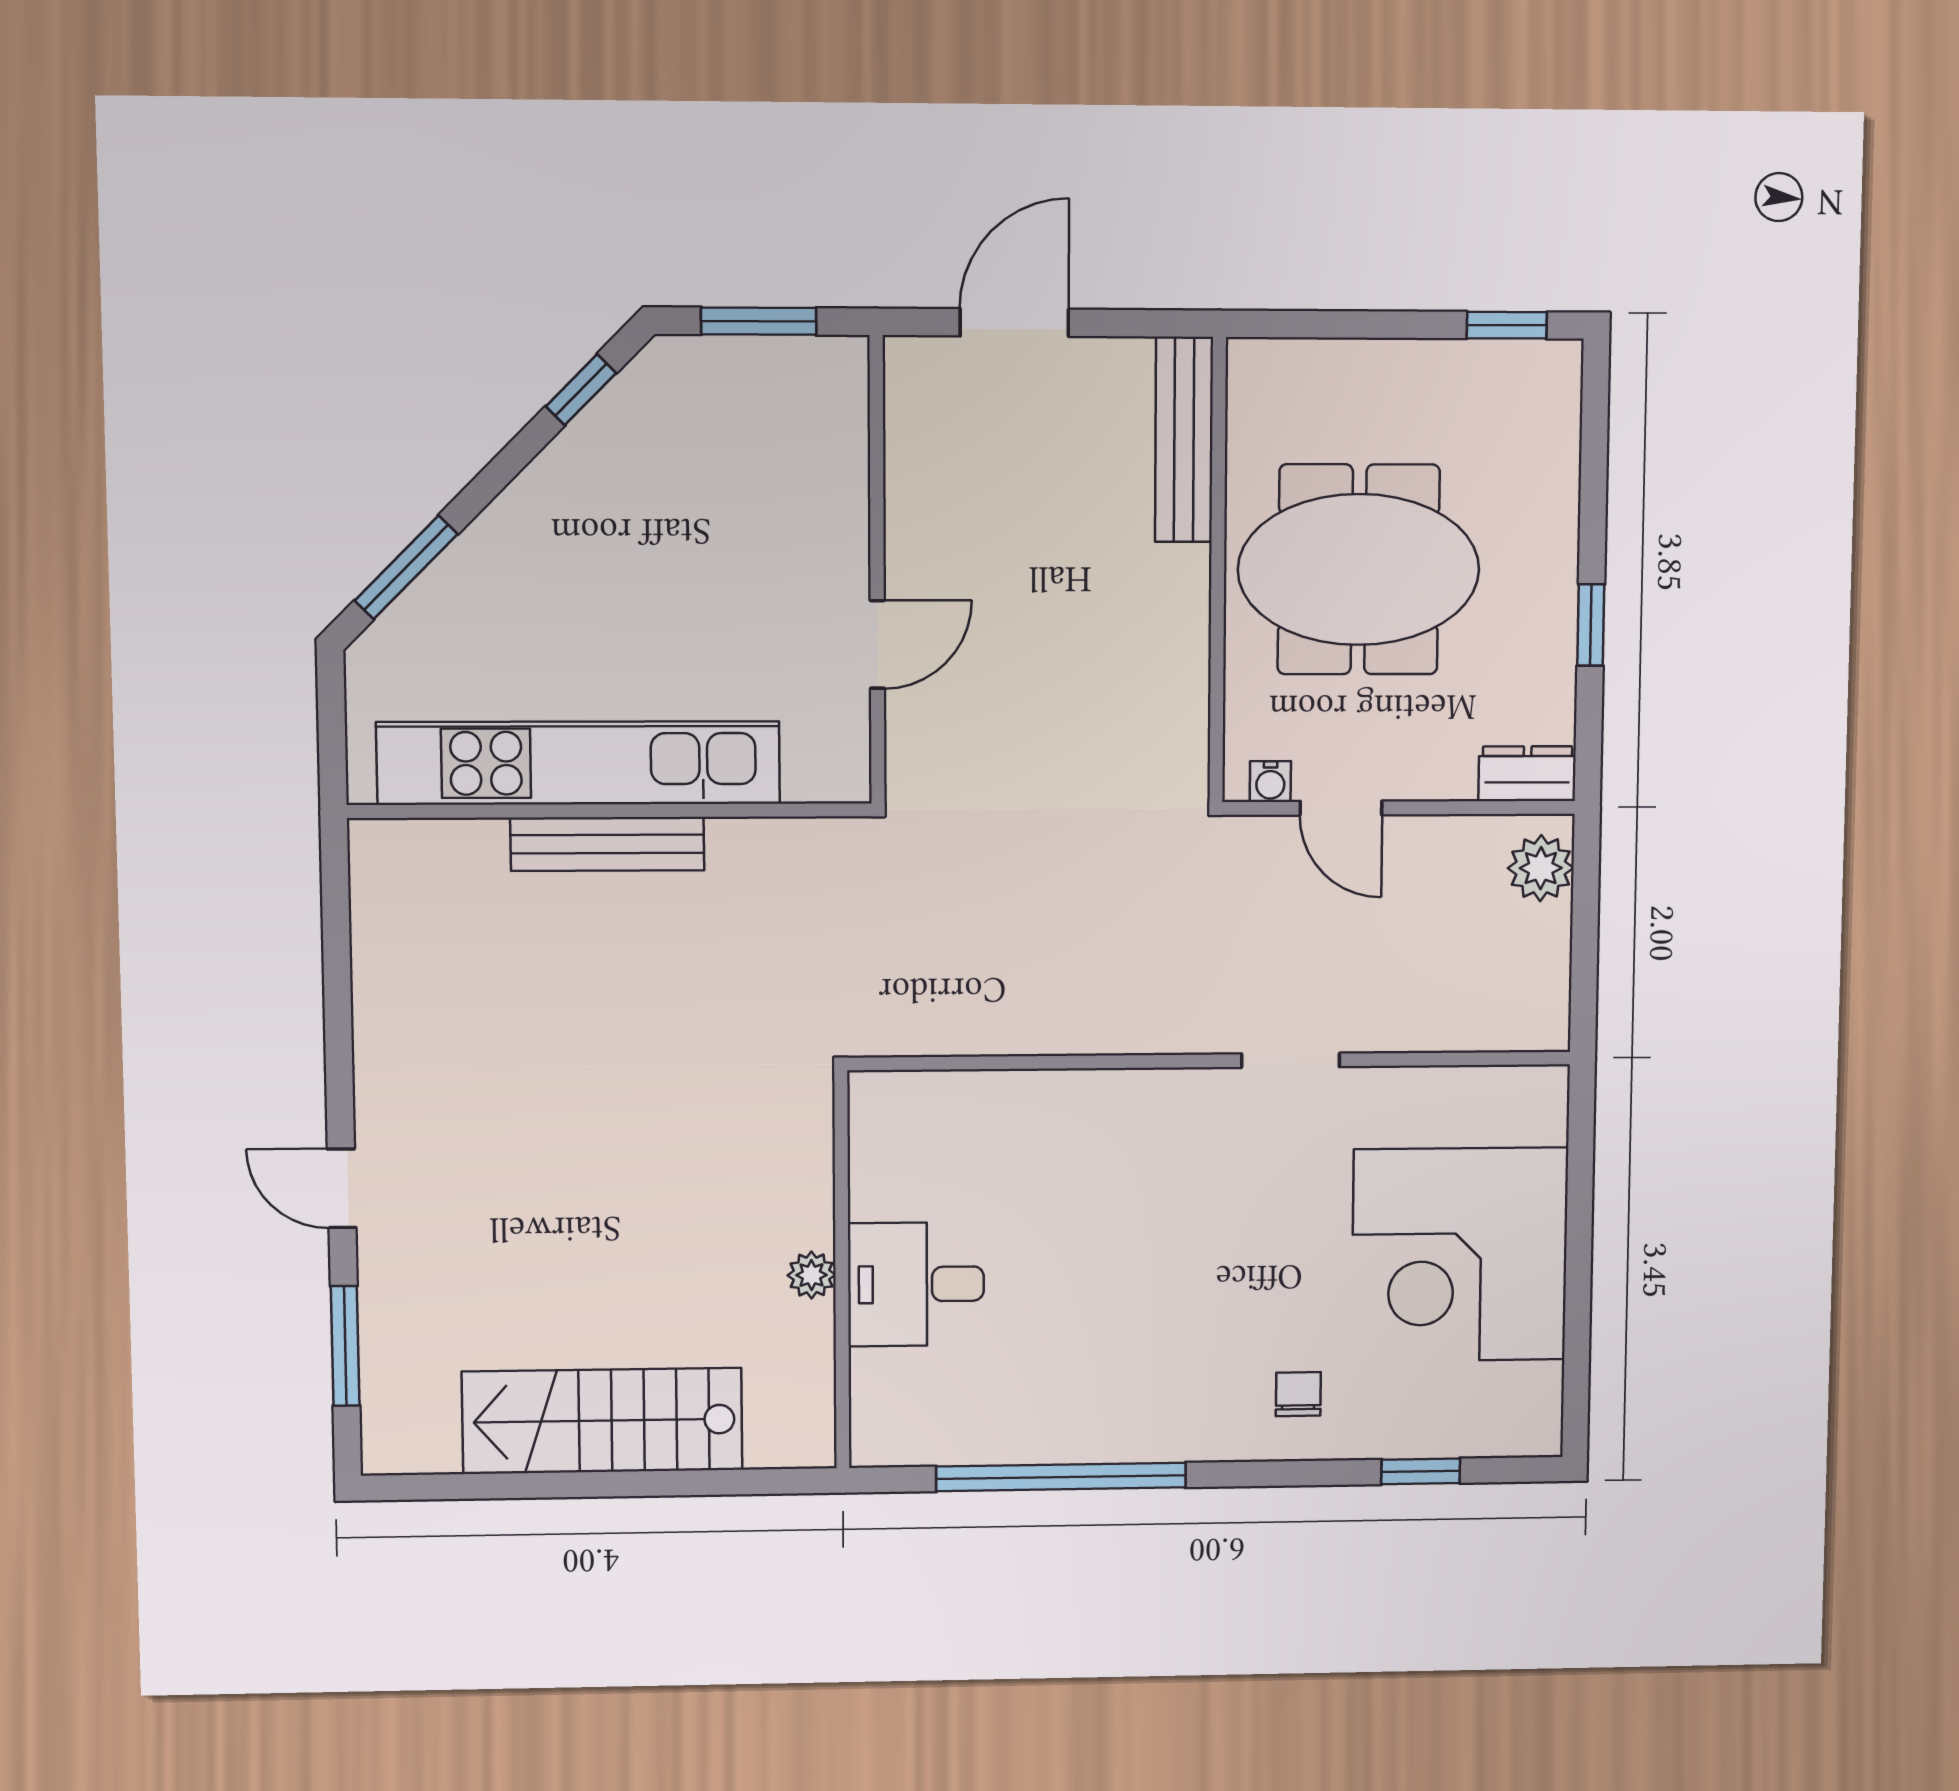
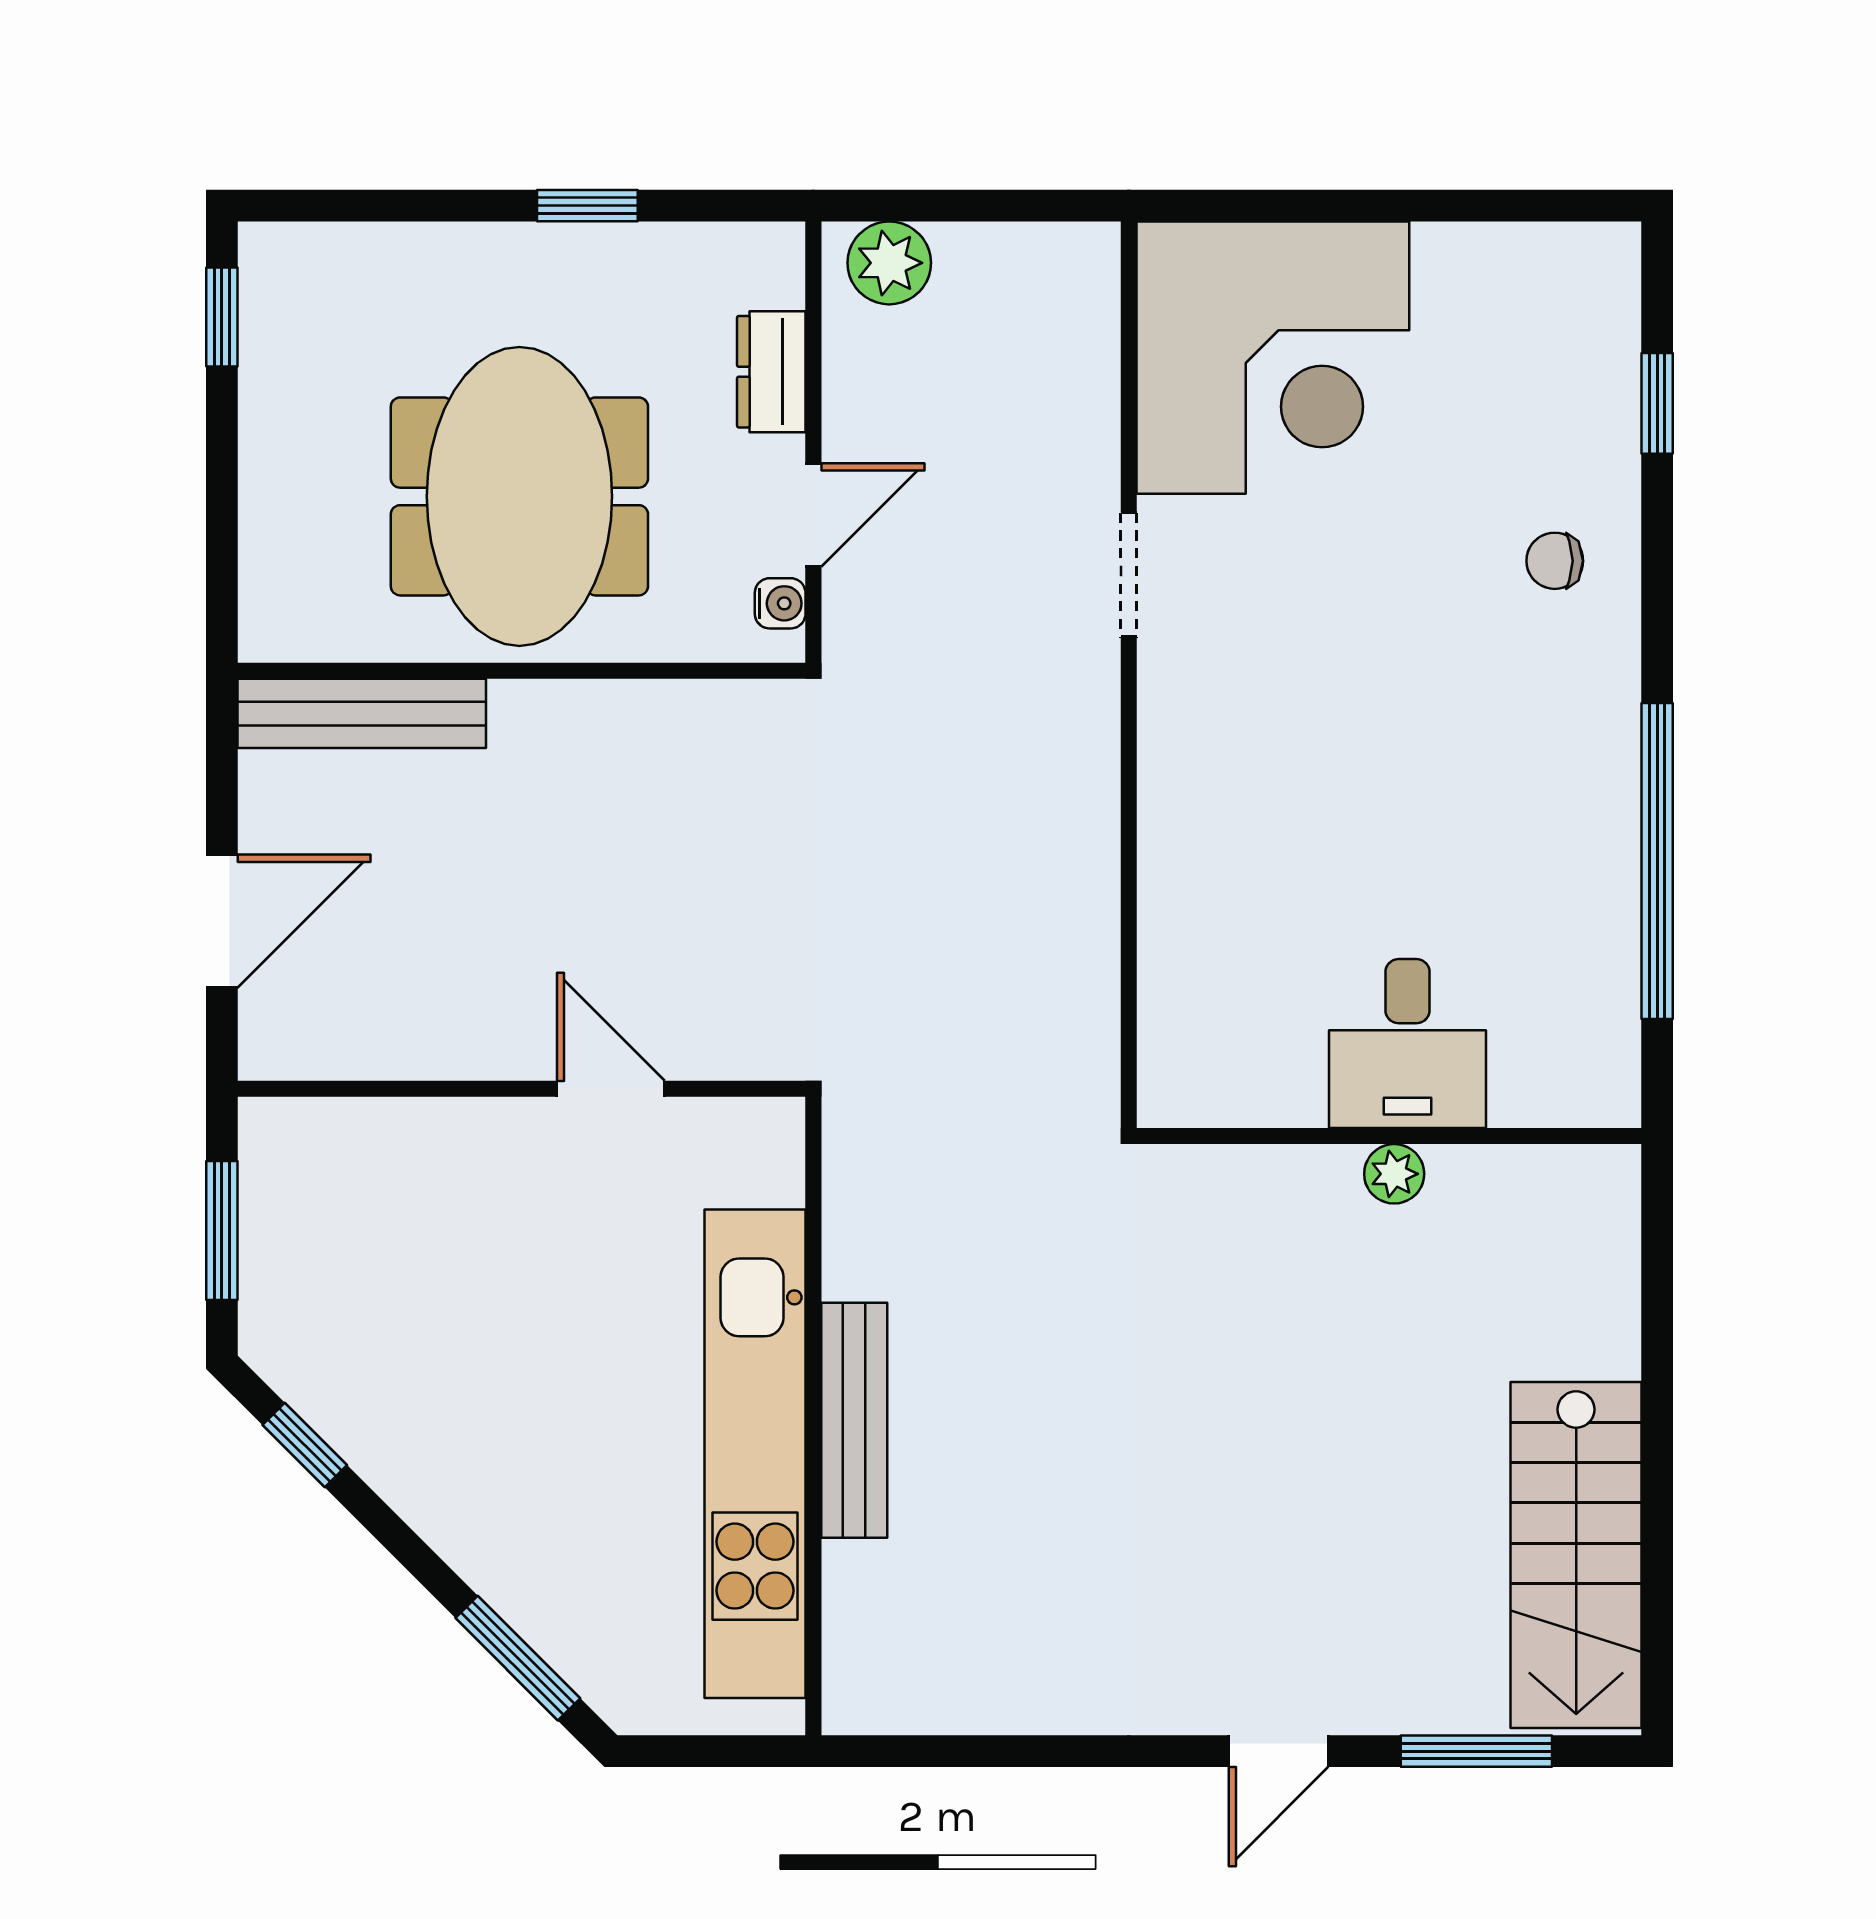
door: (1014, 323) -> (222, 921), swing flipped
dresser: (1527, 774) -> (771, 372), moved
corner desk: (1460, 1255) -> (1273, 358), moved
stairs: (602, 1421) -> (1576, 1555), moved

